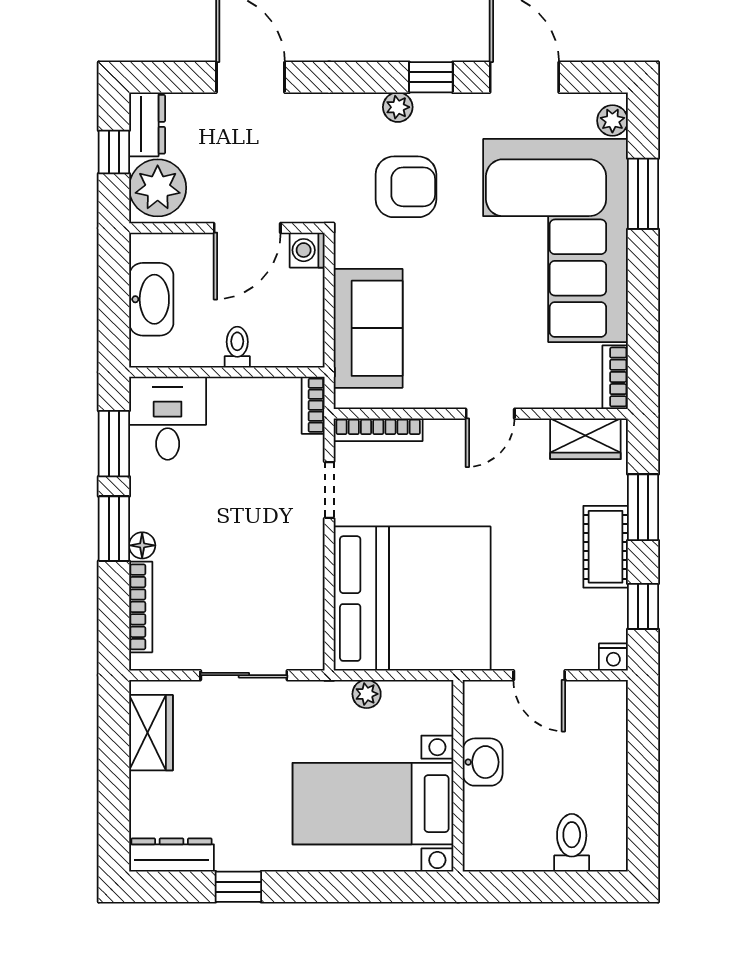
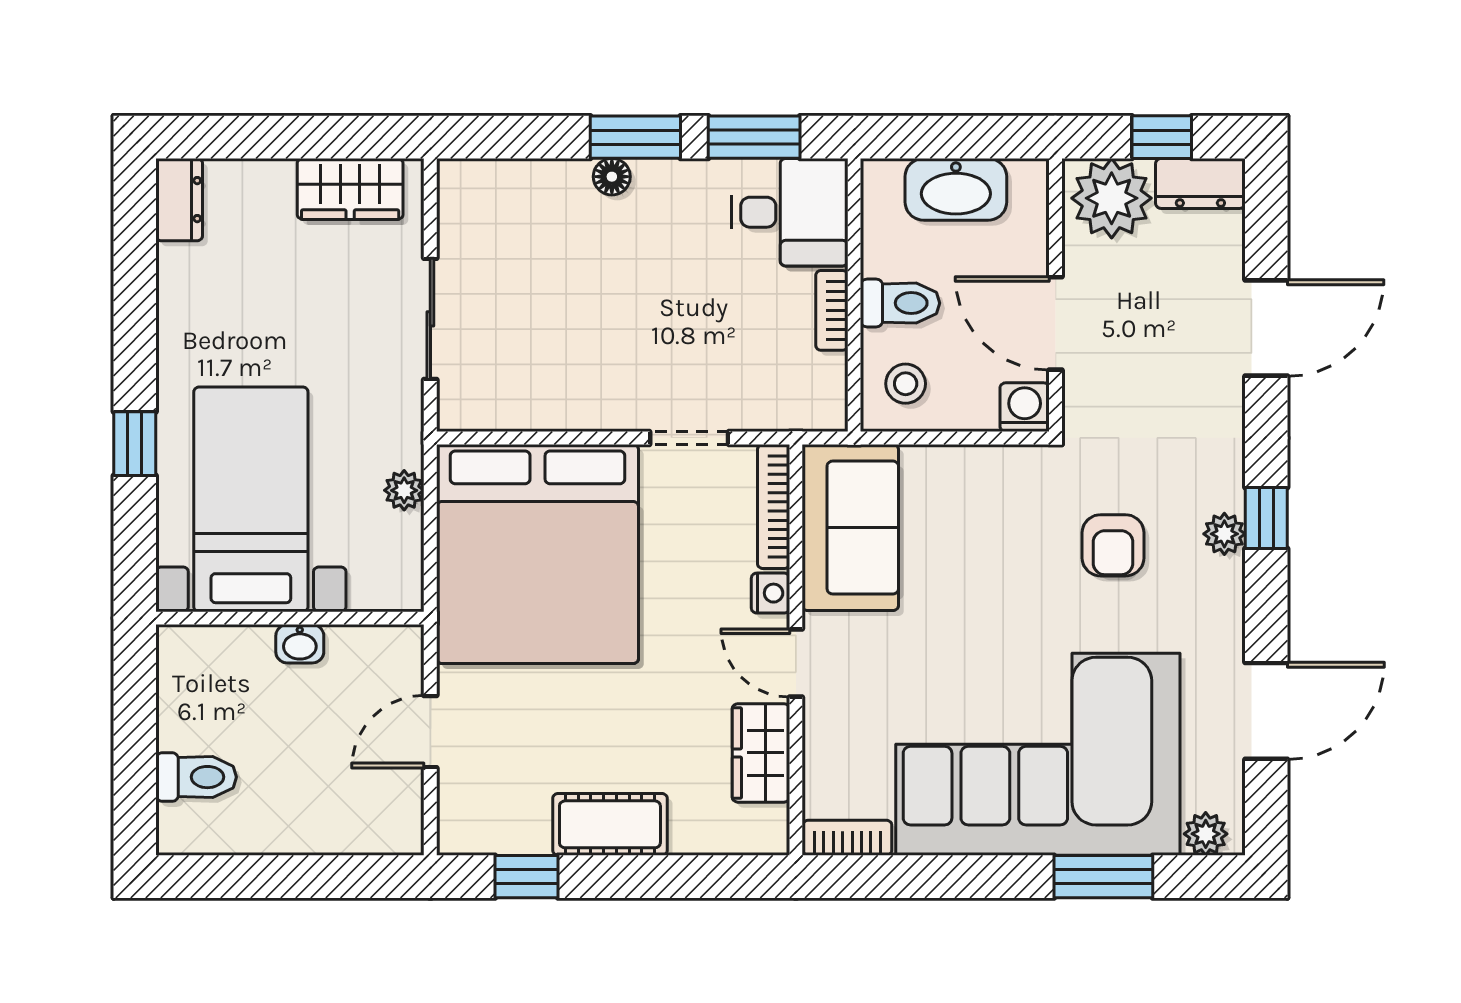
window: (431, 77) -> (1266, 518), moved
armchair: (406, 187) -> (1113, 545), width x0.72, depth x0.72
sofa: (368, 328) -> (850, 528), moved, turned -90
stool: (290, 335) -> (906, 384), added
toilet: (237, 347) -> (900, 303), width x1.37, depth x1.39
bookcase: (313, 405) -> (832, 310), moved, turned -90
wardrobe: (585, 439) -> (761, 753), moved
window: (643, 507) -> (665, 877), removed
bookcase: (141, 607) -> (526, 175), removed
nightstand: (613, 657) -> (770, 593), moved, turned 180
washbasin: (483, 762) -> (300, 644), width x0.72, depth x0.69
dresser: (172, 855) -> (179, 200), width x0.70
window: (238, 887) -> (135, 444), moved

